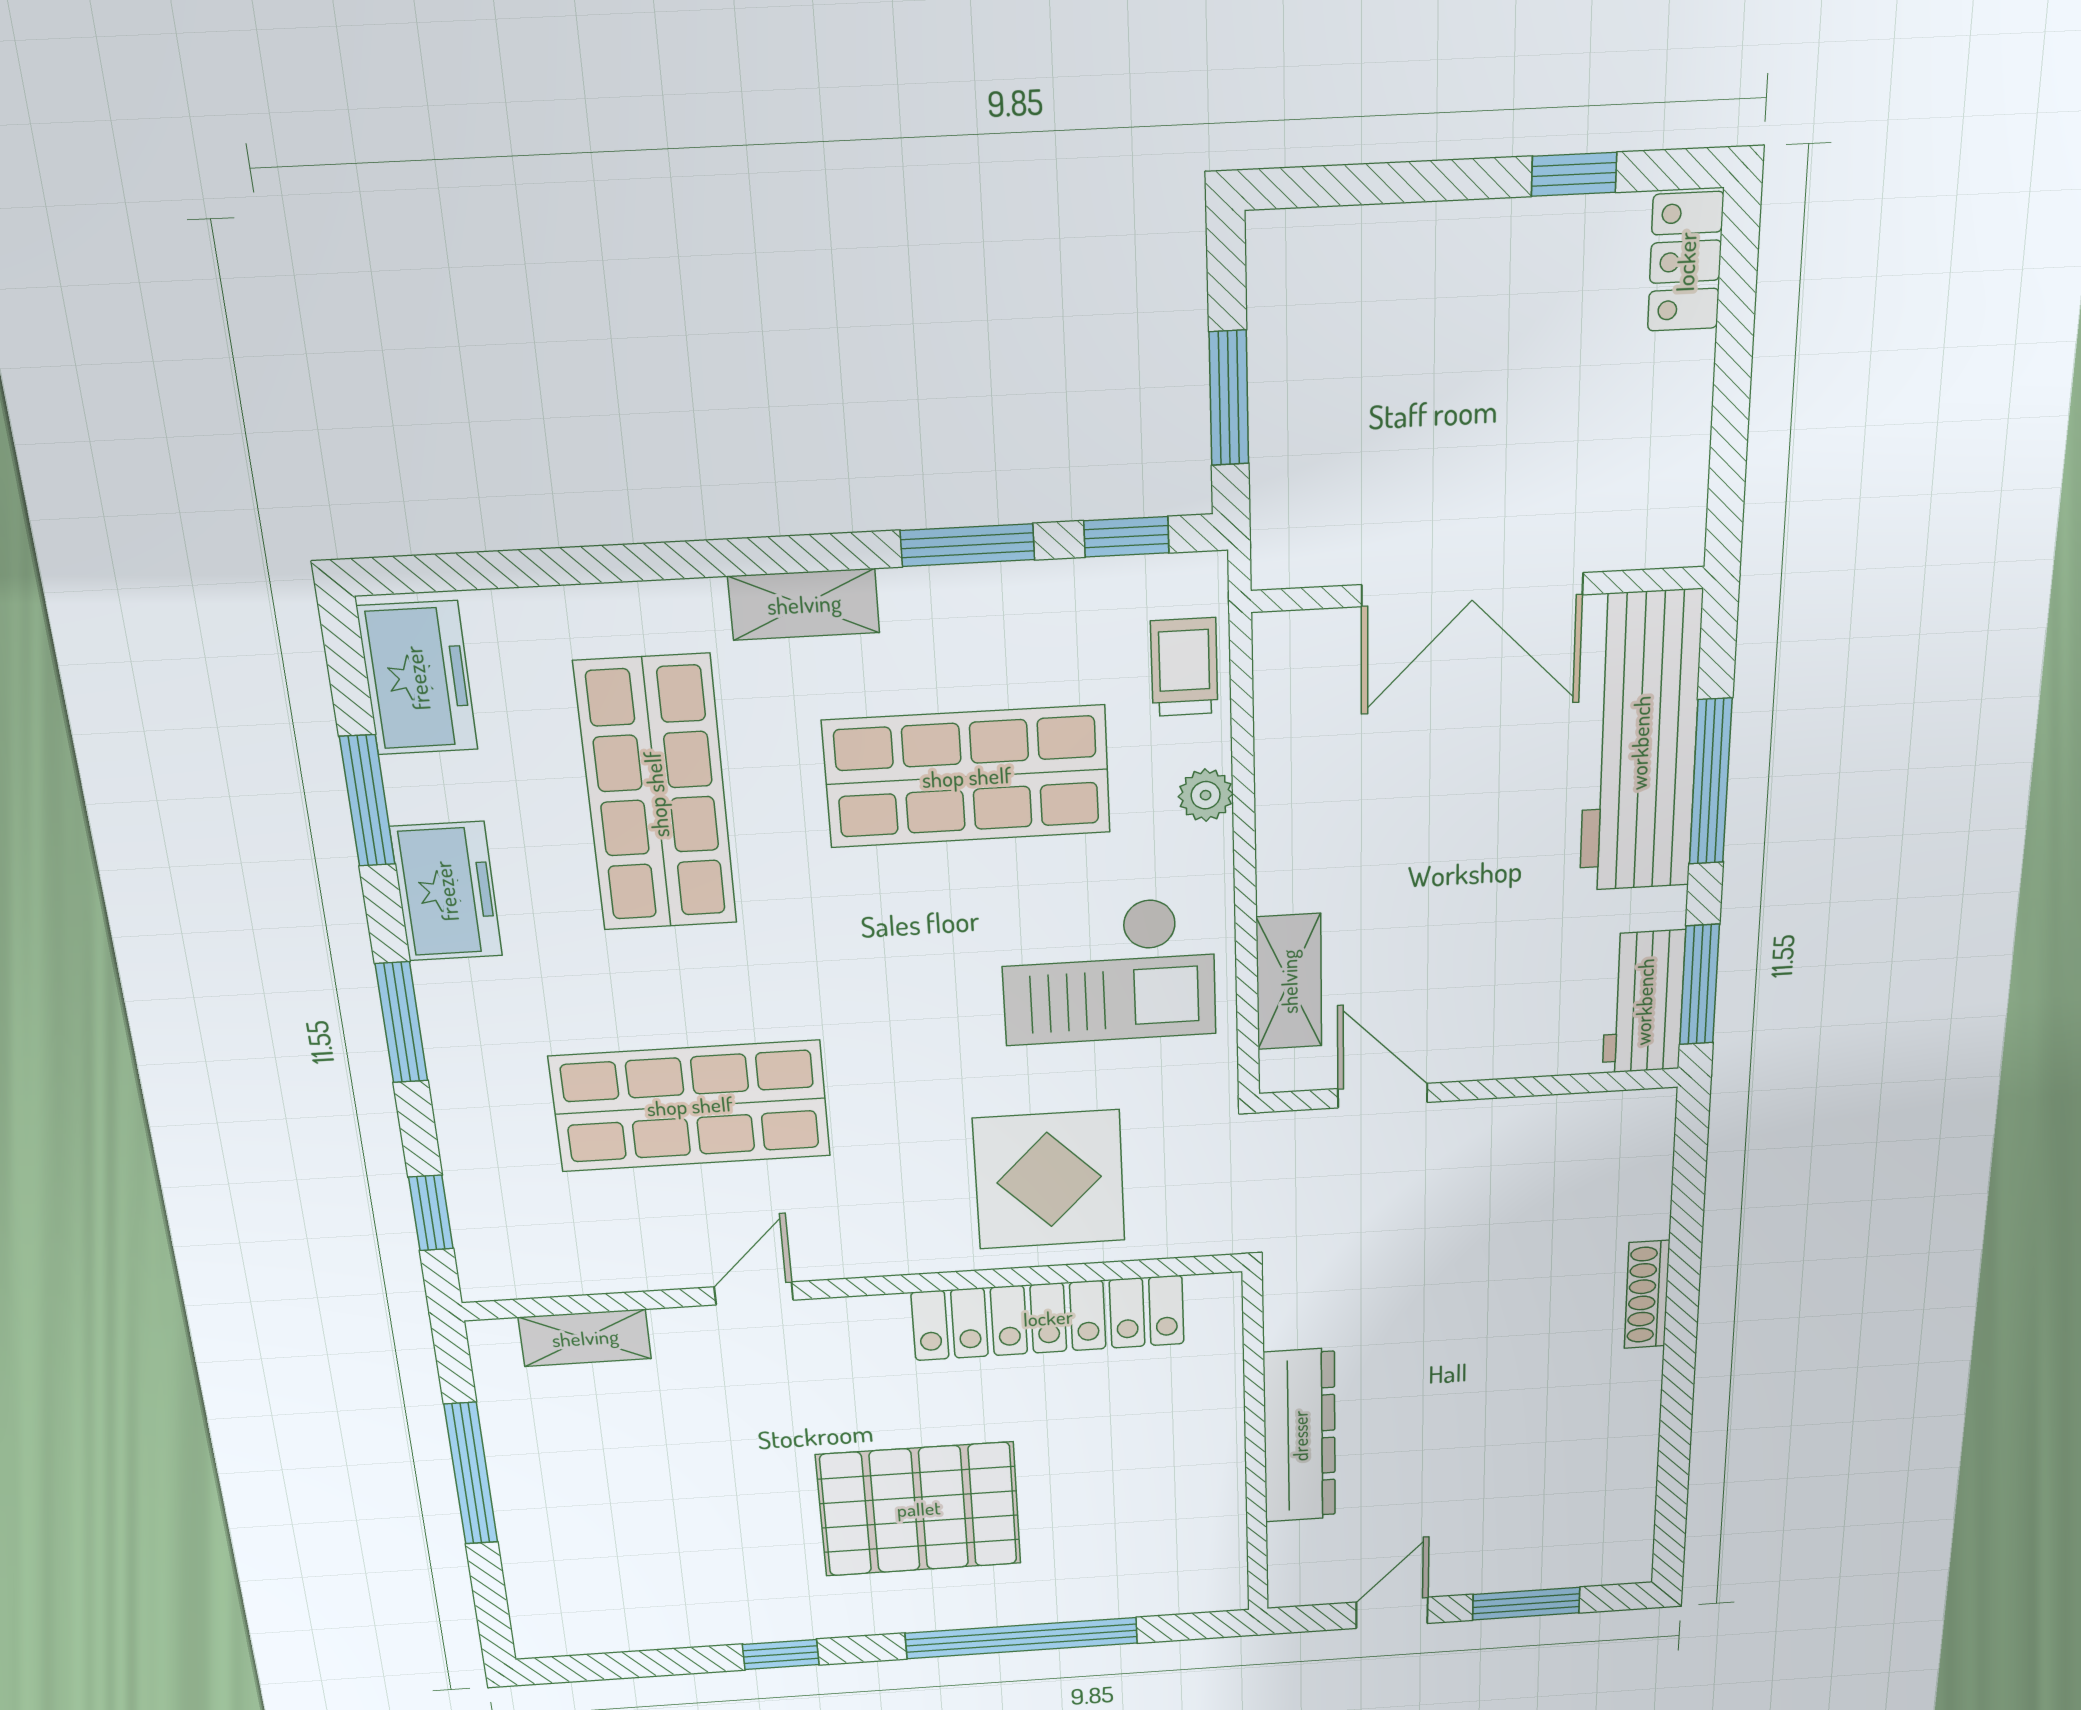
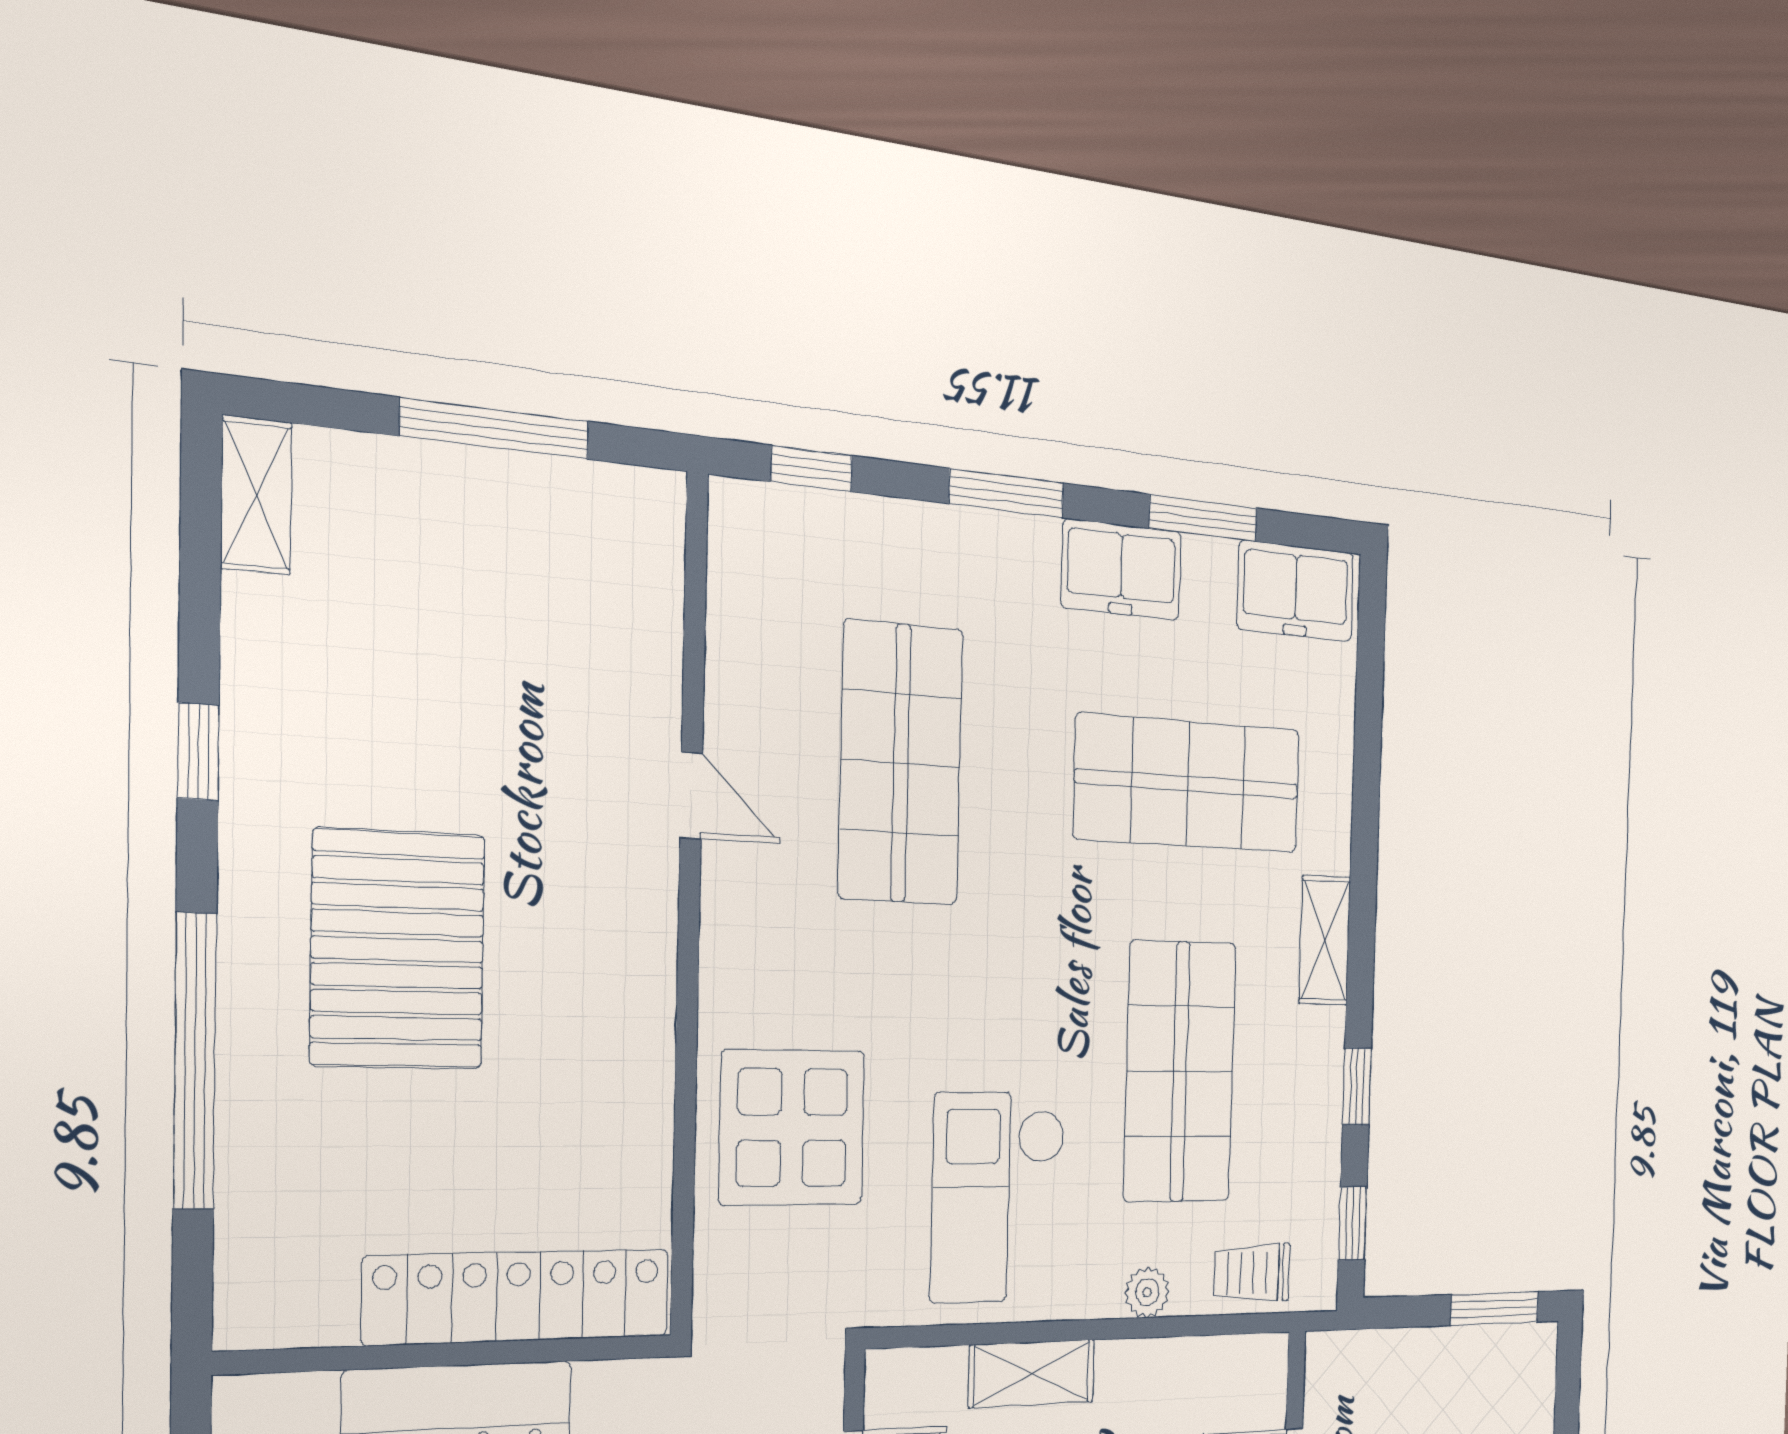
window: (1229, 398) -> (1495, 1308), moved
window: (968, 545) -> (1357, 1086), width x0.67
trolley: (1184, 667) -> (1252, 1273), turned 180
shelving: (1289, 982) -> (1032, 1374), moved
locker: (1048, 1318) -> (518, 1297), moved, turned 90
shelving: (585, 1338) -> (256, 495), moved

